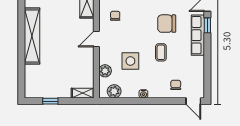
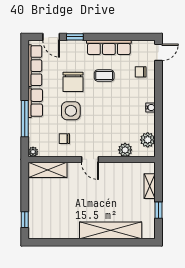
row of seats: (198, 35) -> (109, 47), moved
shelving: (32, 36) -> (111, 230), moved
coffee table: (161, 52) -> (104, 76), moved
side table: (130, 61) -> (71, 111), moved
shelving: (83, 93) -> (150, 186), moved

